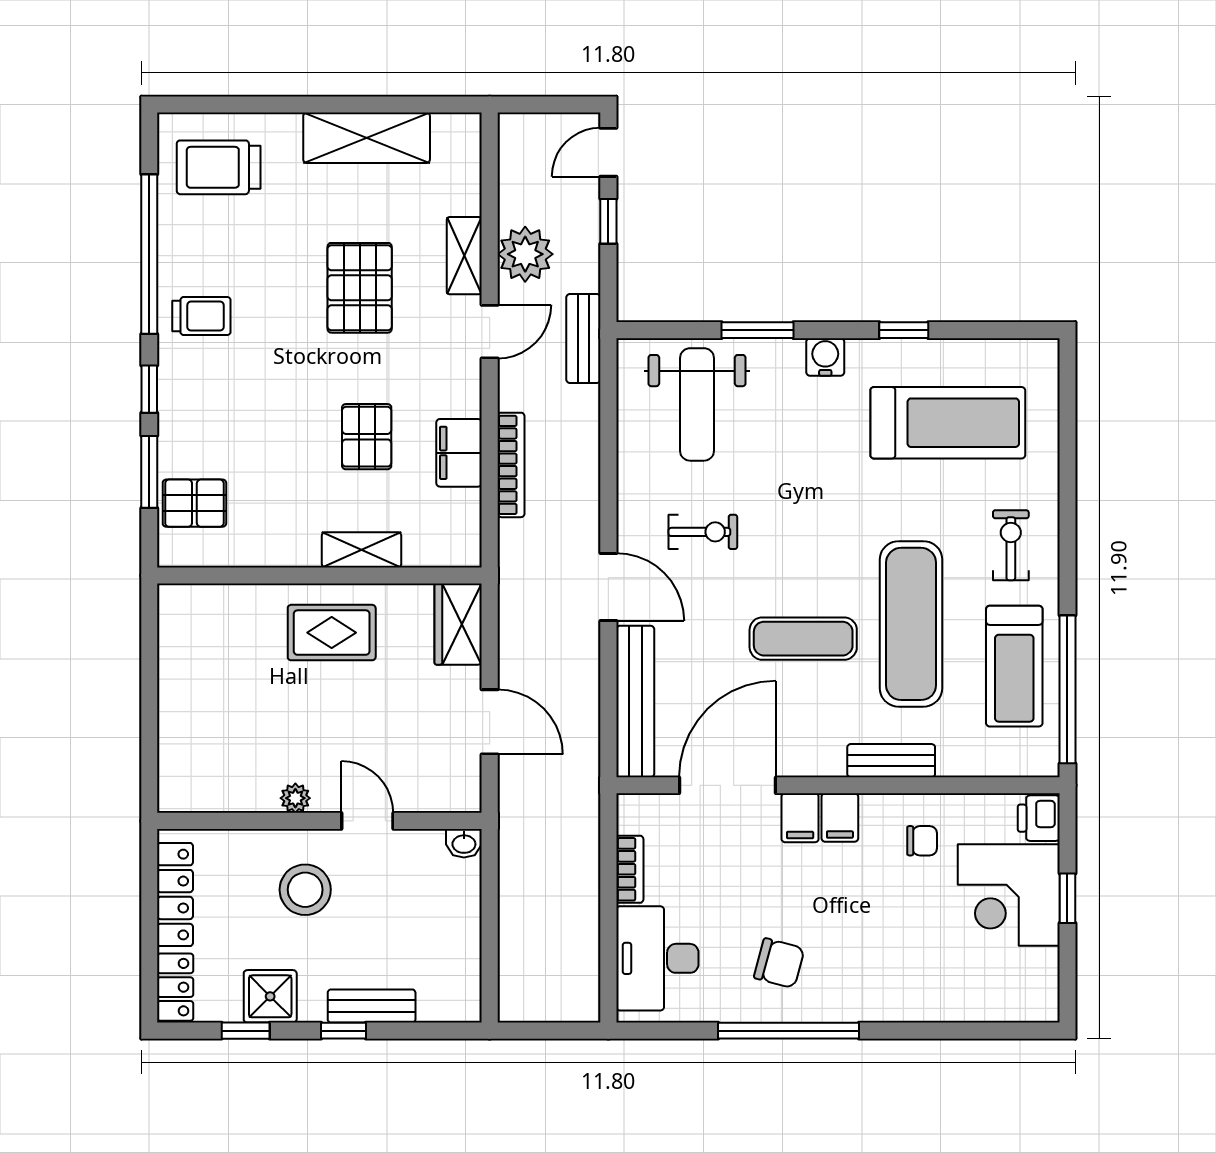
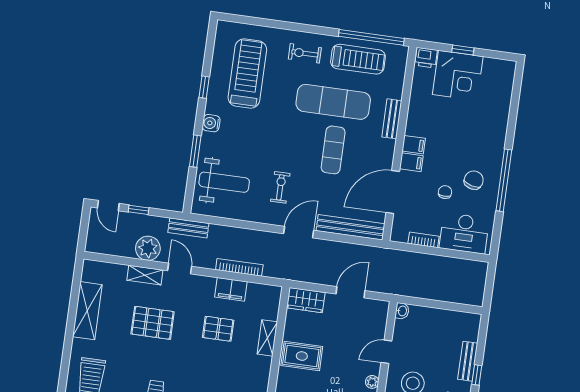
rug: (332, 633) -> (302, 356), turned 90
door: (727, 785) -> (393, 192), hinge flipped
chair: (922, 841) -> (445, 192), moved

